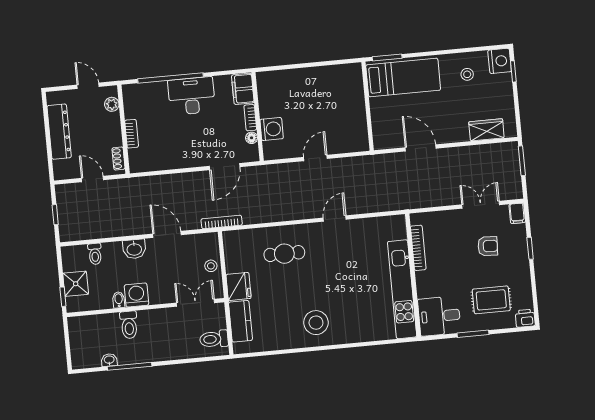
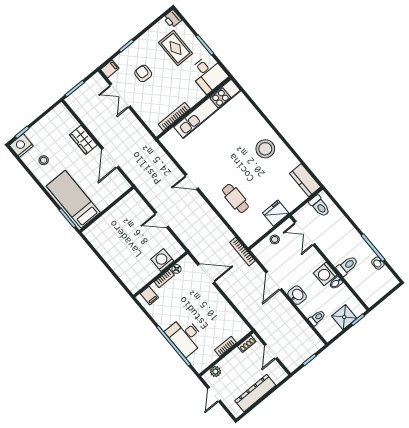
filing cabinet: (243, 89) -> (149, 296), width x0.50
desk: (191, 96) -> (185, 336), moved
wardrobe: (486, 130) -> (83, 140), moved
kitchen counter: (240, 321) -> (305, 180), moved, turned -90

